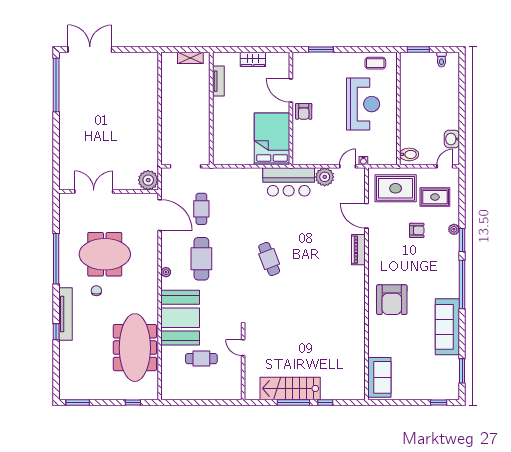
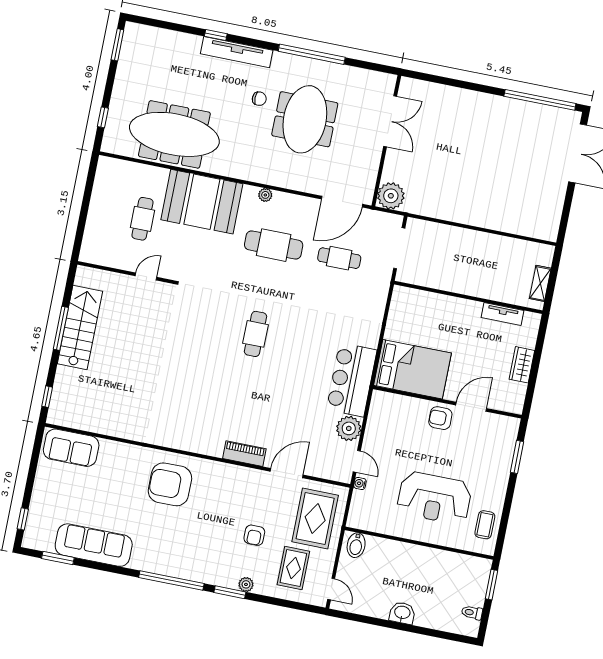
washbasin: (452, 139) -> (402, 613), moved
cafe table: (269, 259) -> (255, 334), turned -69
sofa: (447, 327) -> (94, 545), moved
window: (325, 402) -> (47, 397), moved

